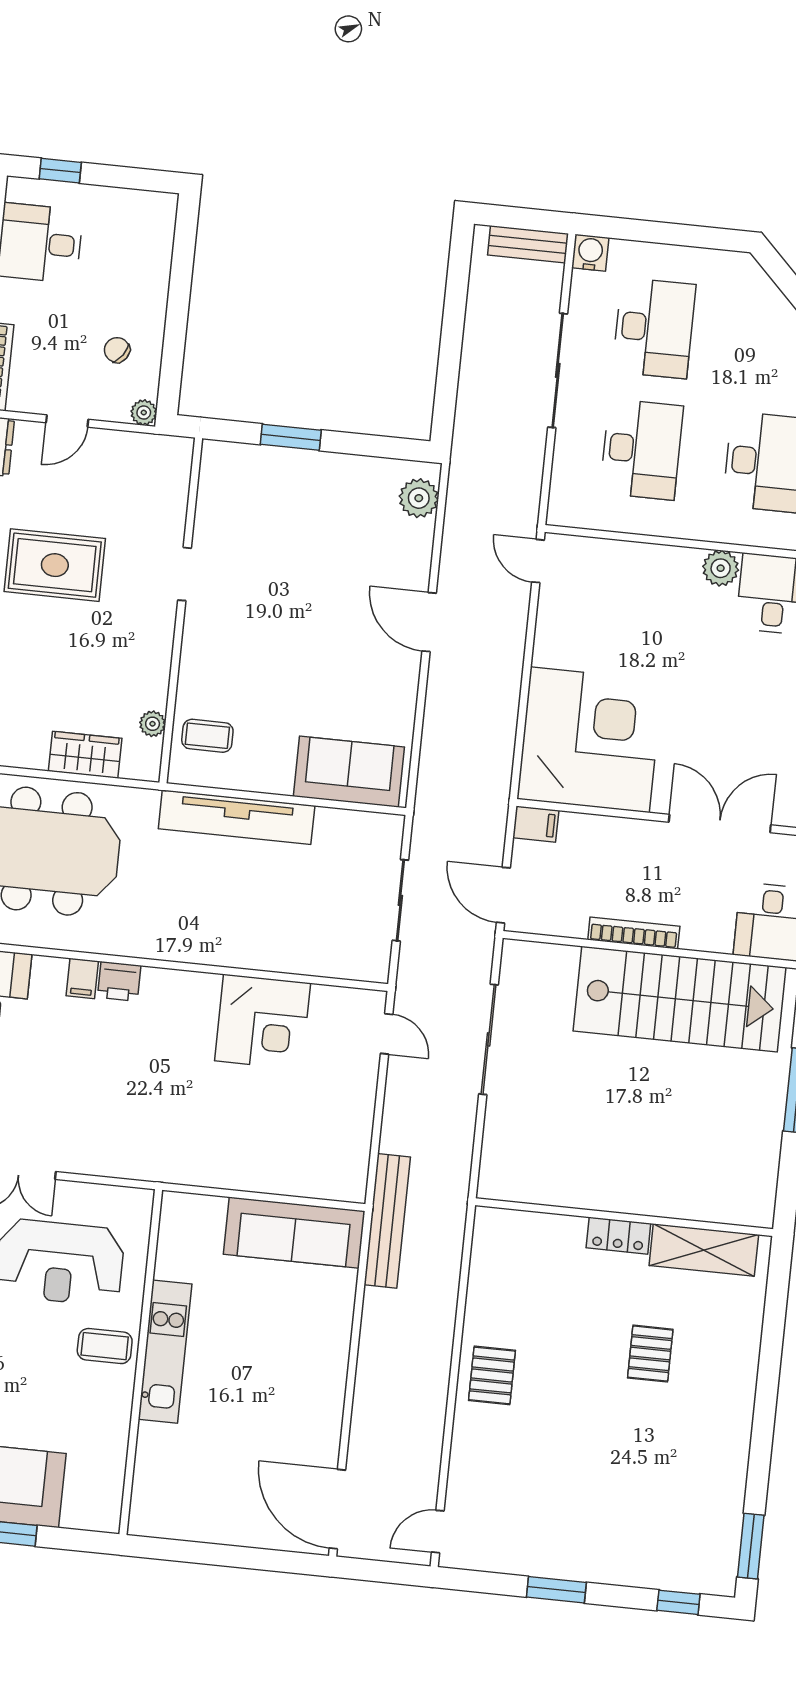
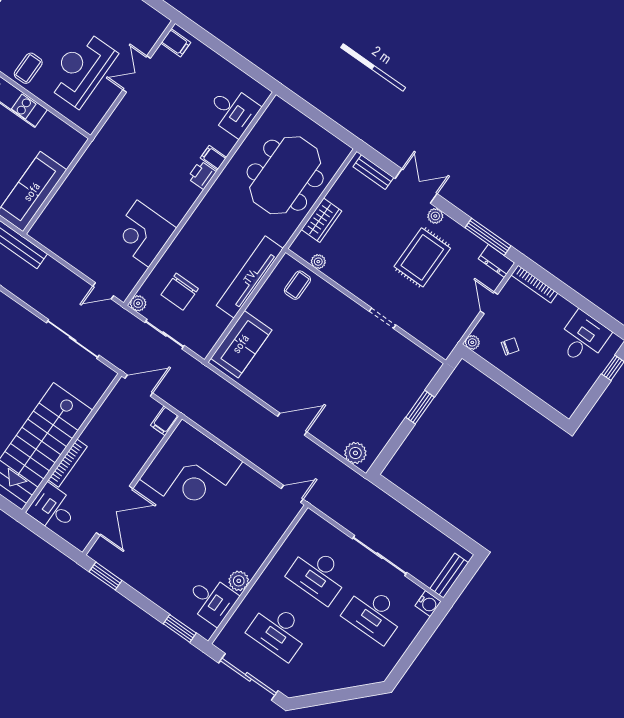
chair: (321, 914) -> (180, 292), added
bookcase: (634, 933) -> (68, 463), moved
plant: (376, 968) -> (138, 303), added

